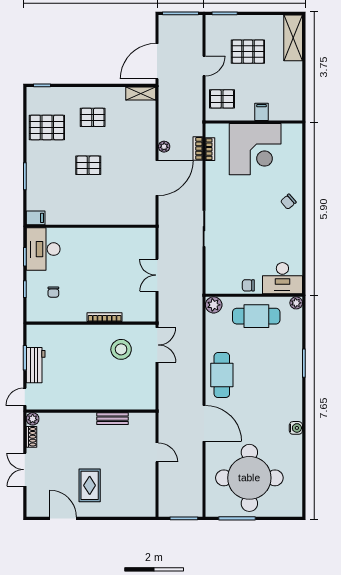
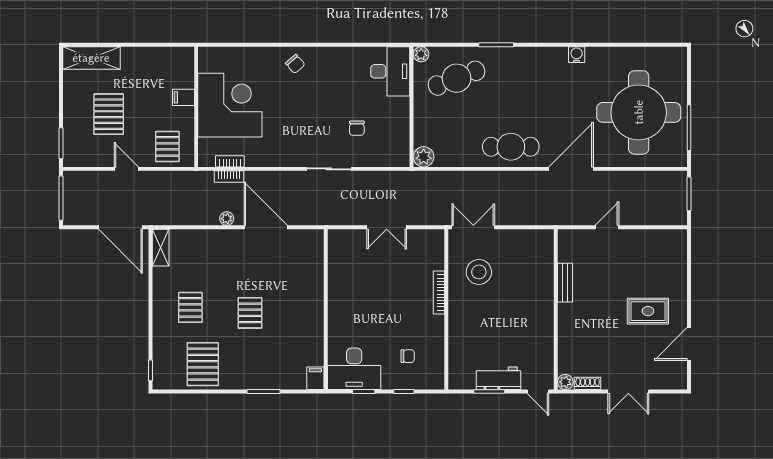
chair: (248, 285) -> (357, 128), moved
cafe table: (256, 316) -> (457, 78), moved, turned 69

